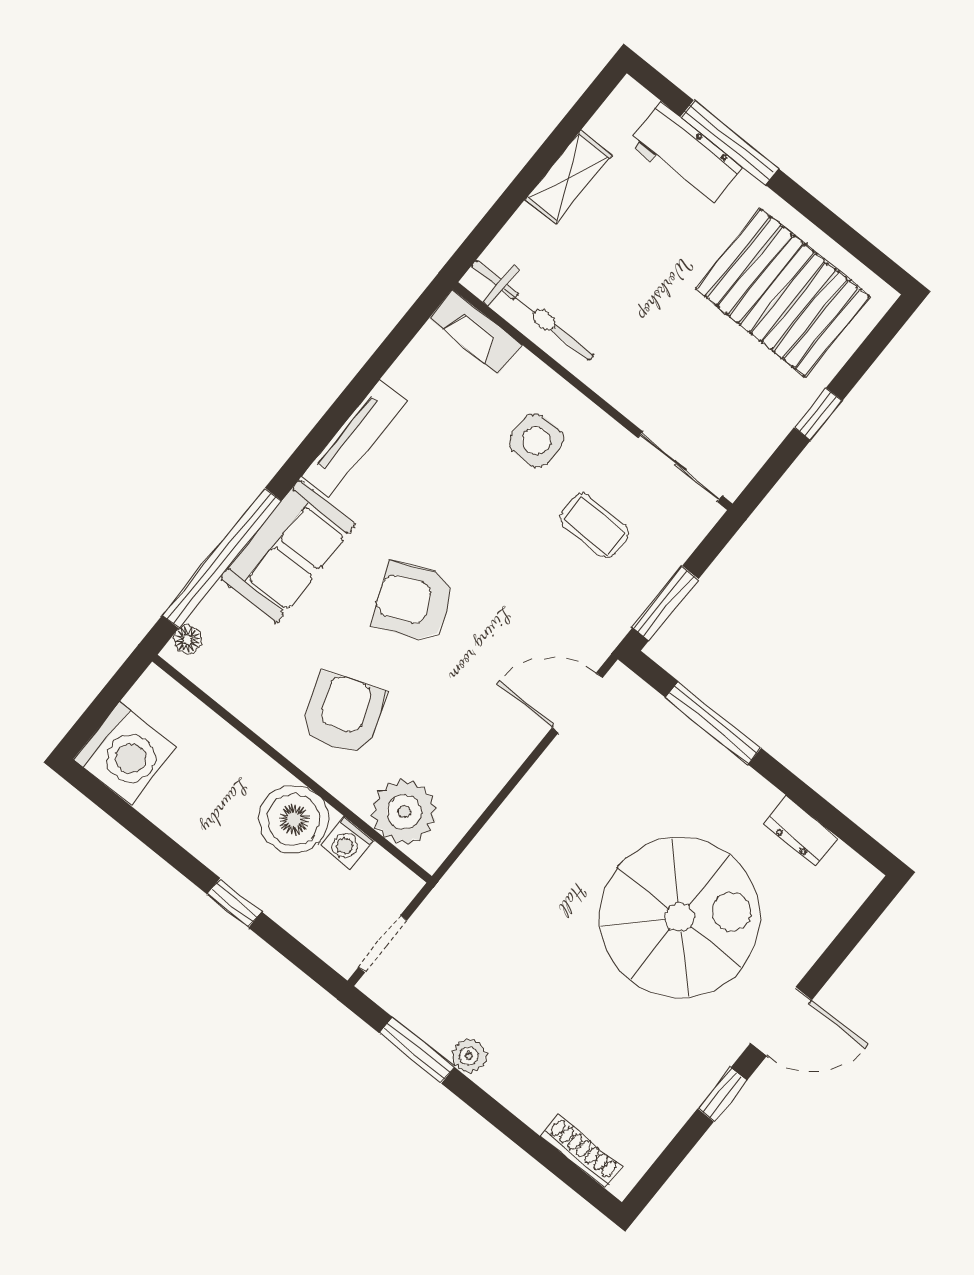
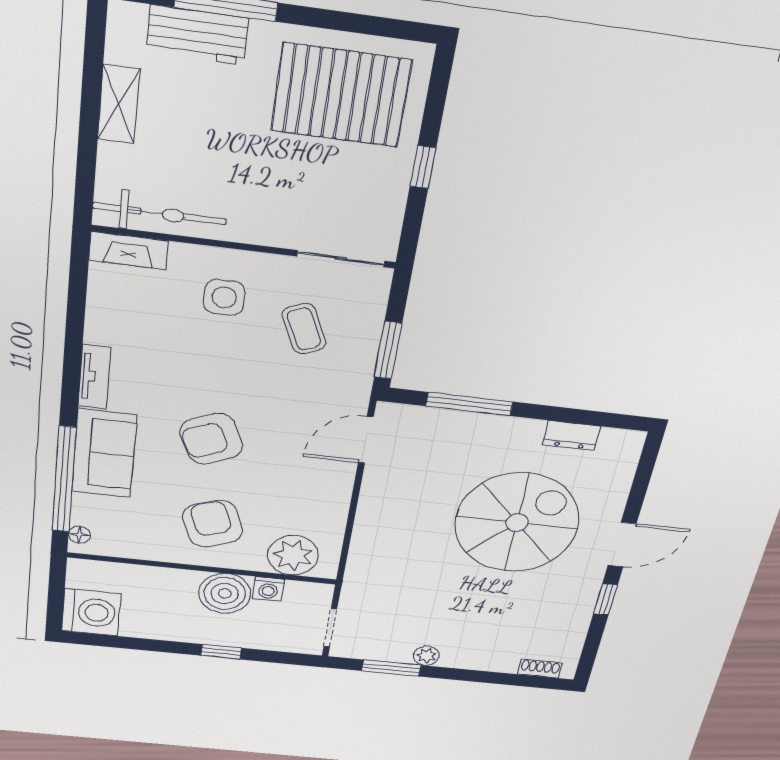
tv unit: (354, 438) -> (94, 377), width x0.71
coffee table: (594, 526) -> (304, 329), turned 66
shoe rack: (581, 1151) -> (540, 669), width x0.70

